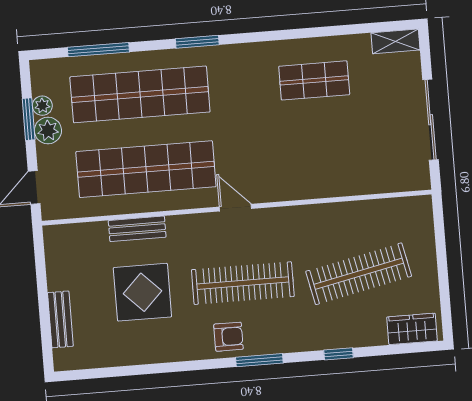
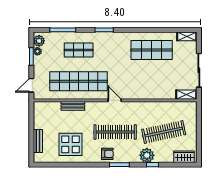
shop shelf: (314, 80) -> (152, 50), width x1.43, depth x1.36
shop shelf: (140, 94) -> (79, 50), width x0.50, depth x0.74
plant: (48, 130) -> (39, 41), moved
shelving: (405, 180) -> (186, 95), added
display table: (142, 292) -> (70, 144), moved
plant: (323, 333) -> (147, 155), added

